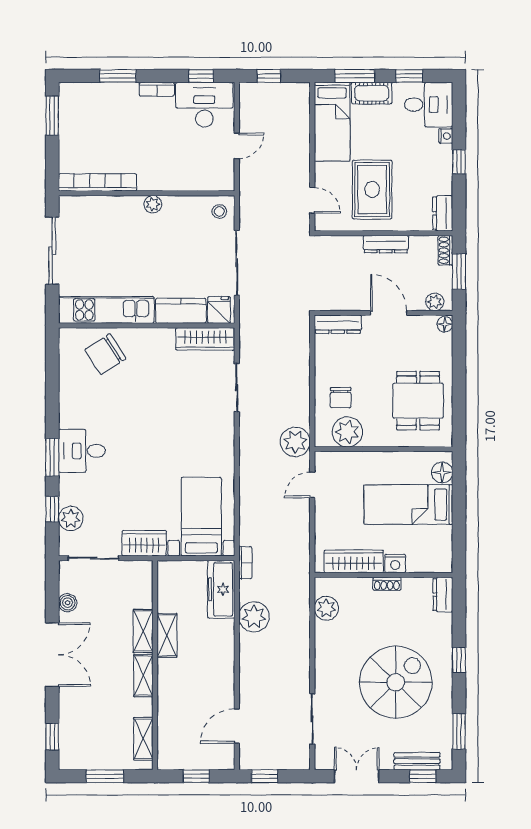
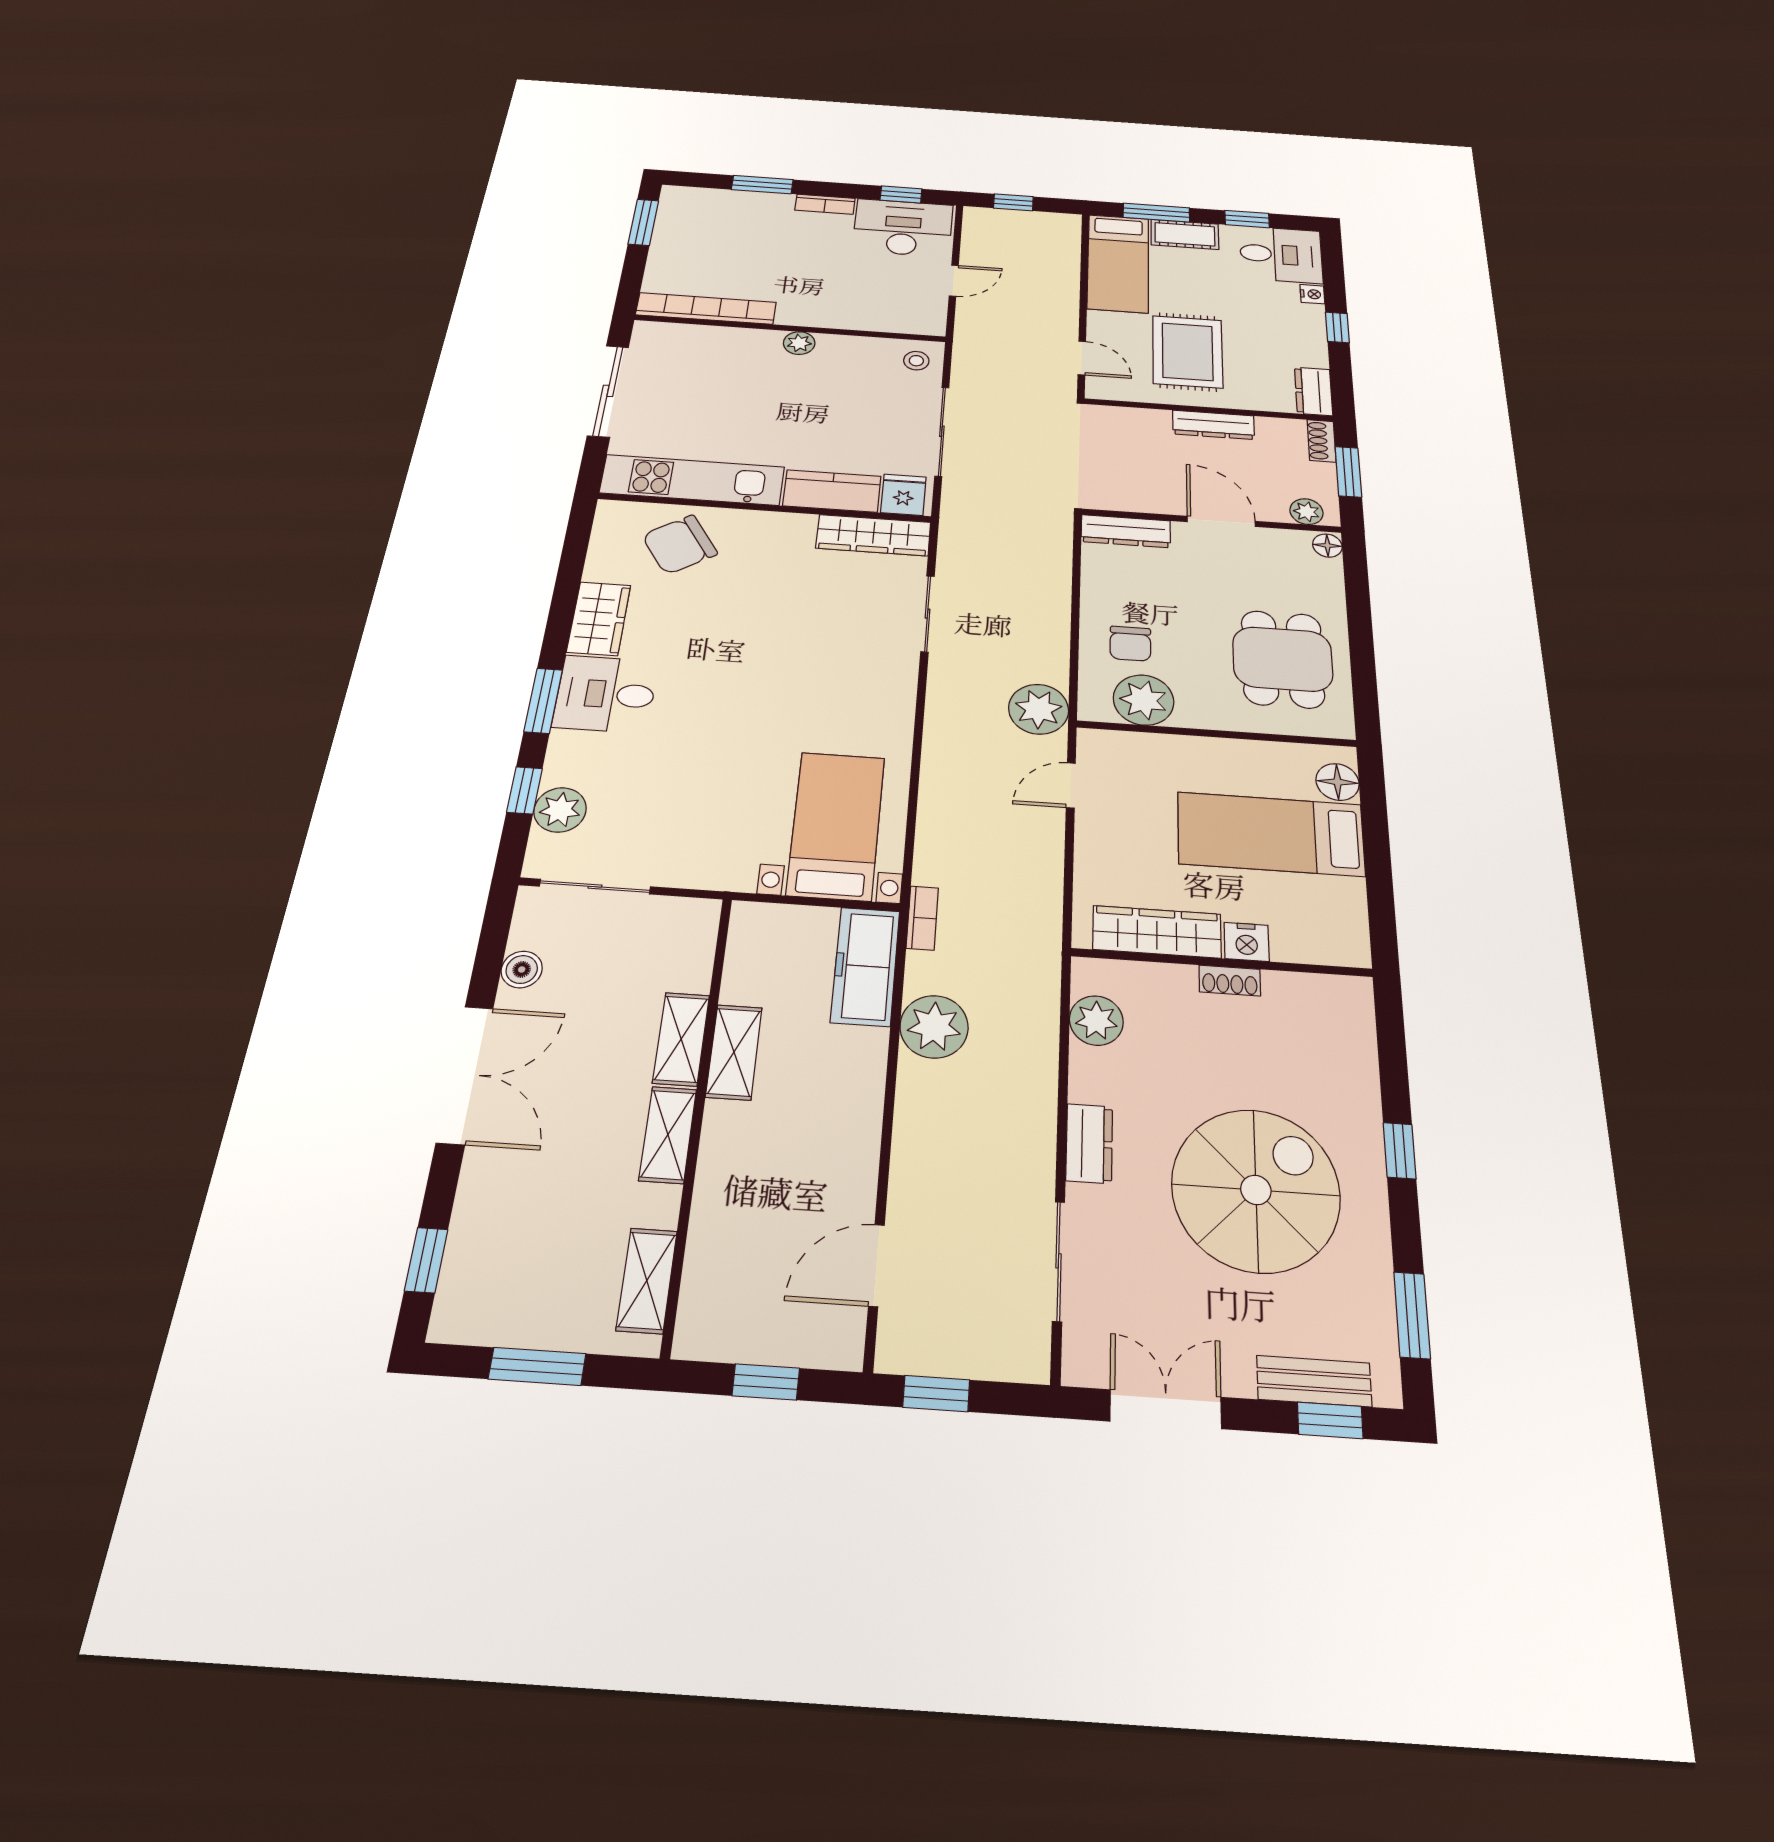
wardrobe: (144, 543) -> (599, 619), moved, turned 90
dresser: (443, 595) -> (1089, 1144), moved, turned 180

